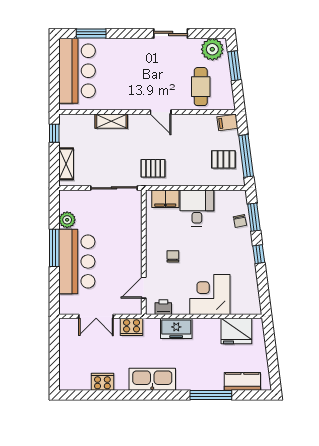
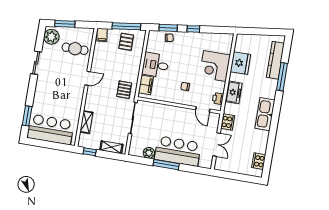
shelving: (111, 121) -> (86, 122), moved
fridge: (236, 331) -> (240, 63), moved
kitchen counter: (242, 381) -> (275, 60), width x1.50
cooker: (102, 382) -> (259, 161), moved

